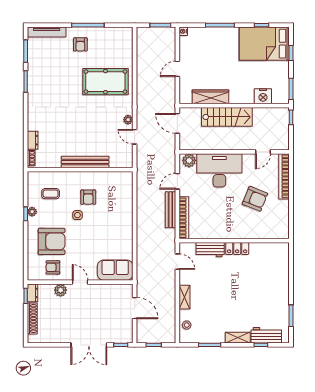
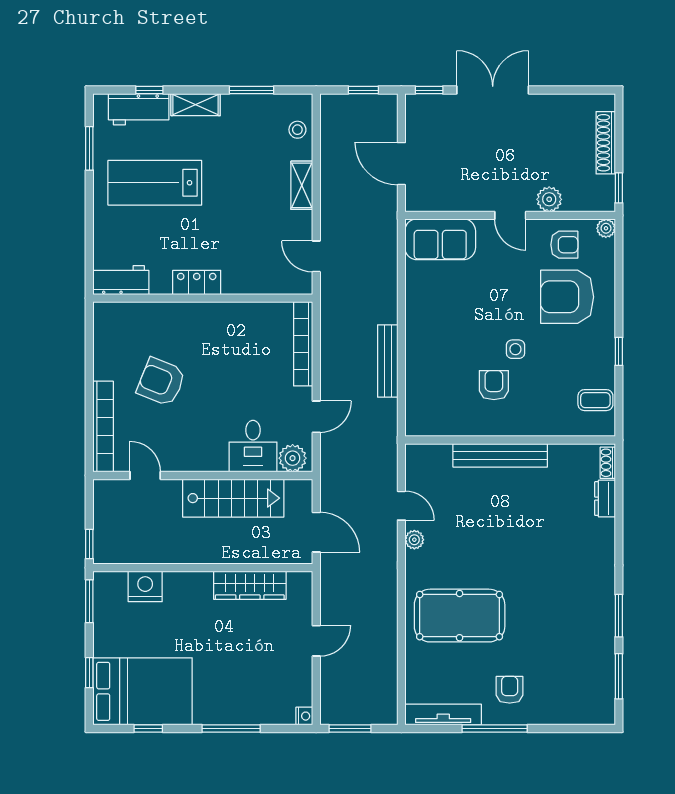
tv unit: (47, 32) -> (443, 715), moved
stairs: (227, 117) -> (233, 498), moved, turned 180
door: (263, 152) -> (145, 475), hinge flipped
desk: (219, 170) -> (253, 446), width x0.53, depth x0.77
coffee table: (51, 194) -> (595, 400), moved
bench: (170, 210) -> (388, 361), moved
plant: (32, 212) -> (606, 228), moved
workbench: (210, 250) -> (121, 280), moved
dresser: (32, 293) -> (605, 194), removed
lab bench: (258, 298) -> (155, 183), added

